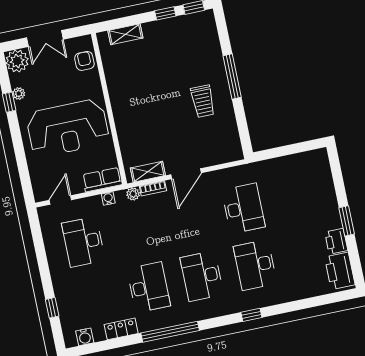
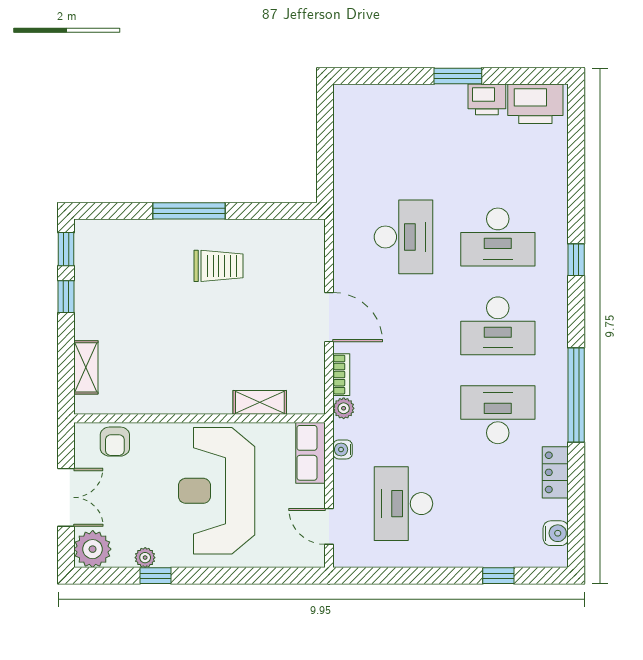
armchair: (84, 61) -> (115, 442), turned -90
reception desk: (68, 128) -> (217, 491), turned 180
shelving: (148, 172) -> (260, 402), moved, turned 90
desk: (243, 208) -> (403, 237), turned 90
desk: (83, 242) -> (403, 504), turned 90

